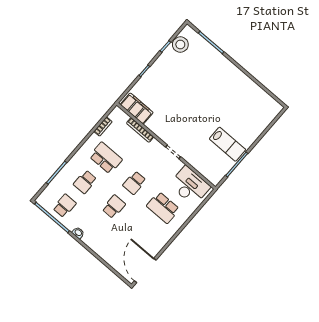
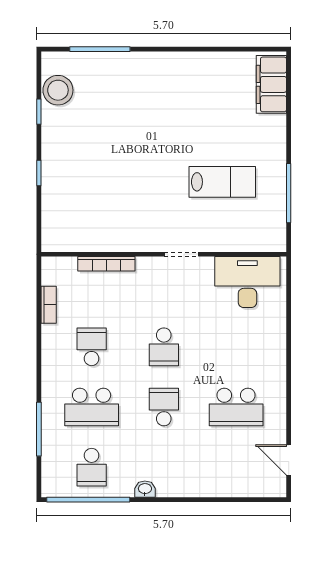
filing cabinet: (137, 109) -> (271, 84), moved, turned -90
lab bench: (228, 144) -> (222, 182), moved
school desk: (106, 158) -> (92, 347), width x0.54
school desk: (85, 182) -> (92, 407), width x1.85
school desk: (64, 206) -> (92, 467), turned 180
school desk: (163, 208) -> (236, 407), moved
door: (145, 271) -> (289, 460), width x0.53

